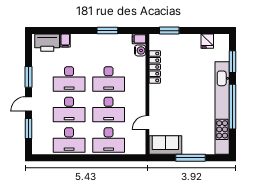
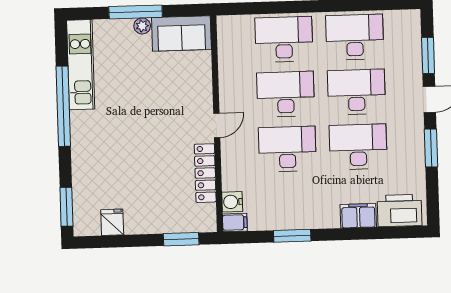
filing cabinet: (65, 40) -> (358, 216), width x2.00
window: (232, 62) -> (66, 207), moved
kitchen unit: (222, 108) -> (81, 65), width x0.54
door: (147, 123) -> (217, 125), moved
plant: (187, 150) -> (142, 26), added

